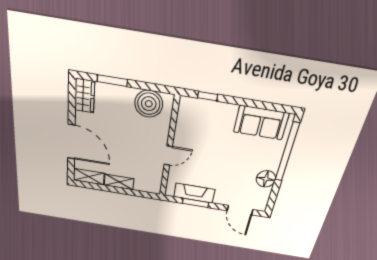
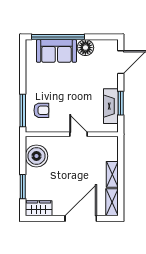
window: (208, 96) -> (23, 111), width x2.17
armchair: (204, 119) -> (41, 110), added
sofa: (261, 123) -> (56, 51), moved, turned 90

